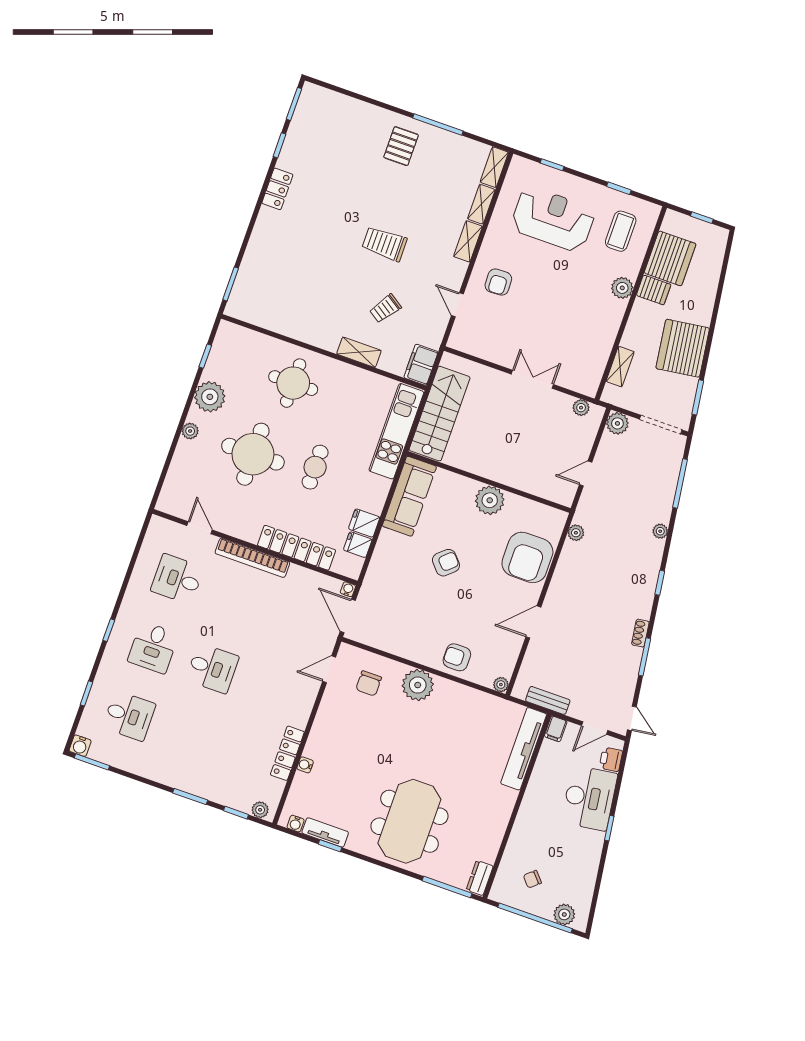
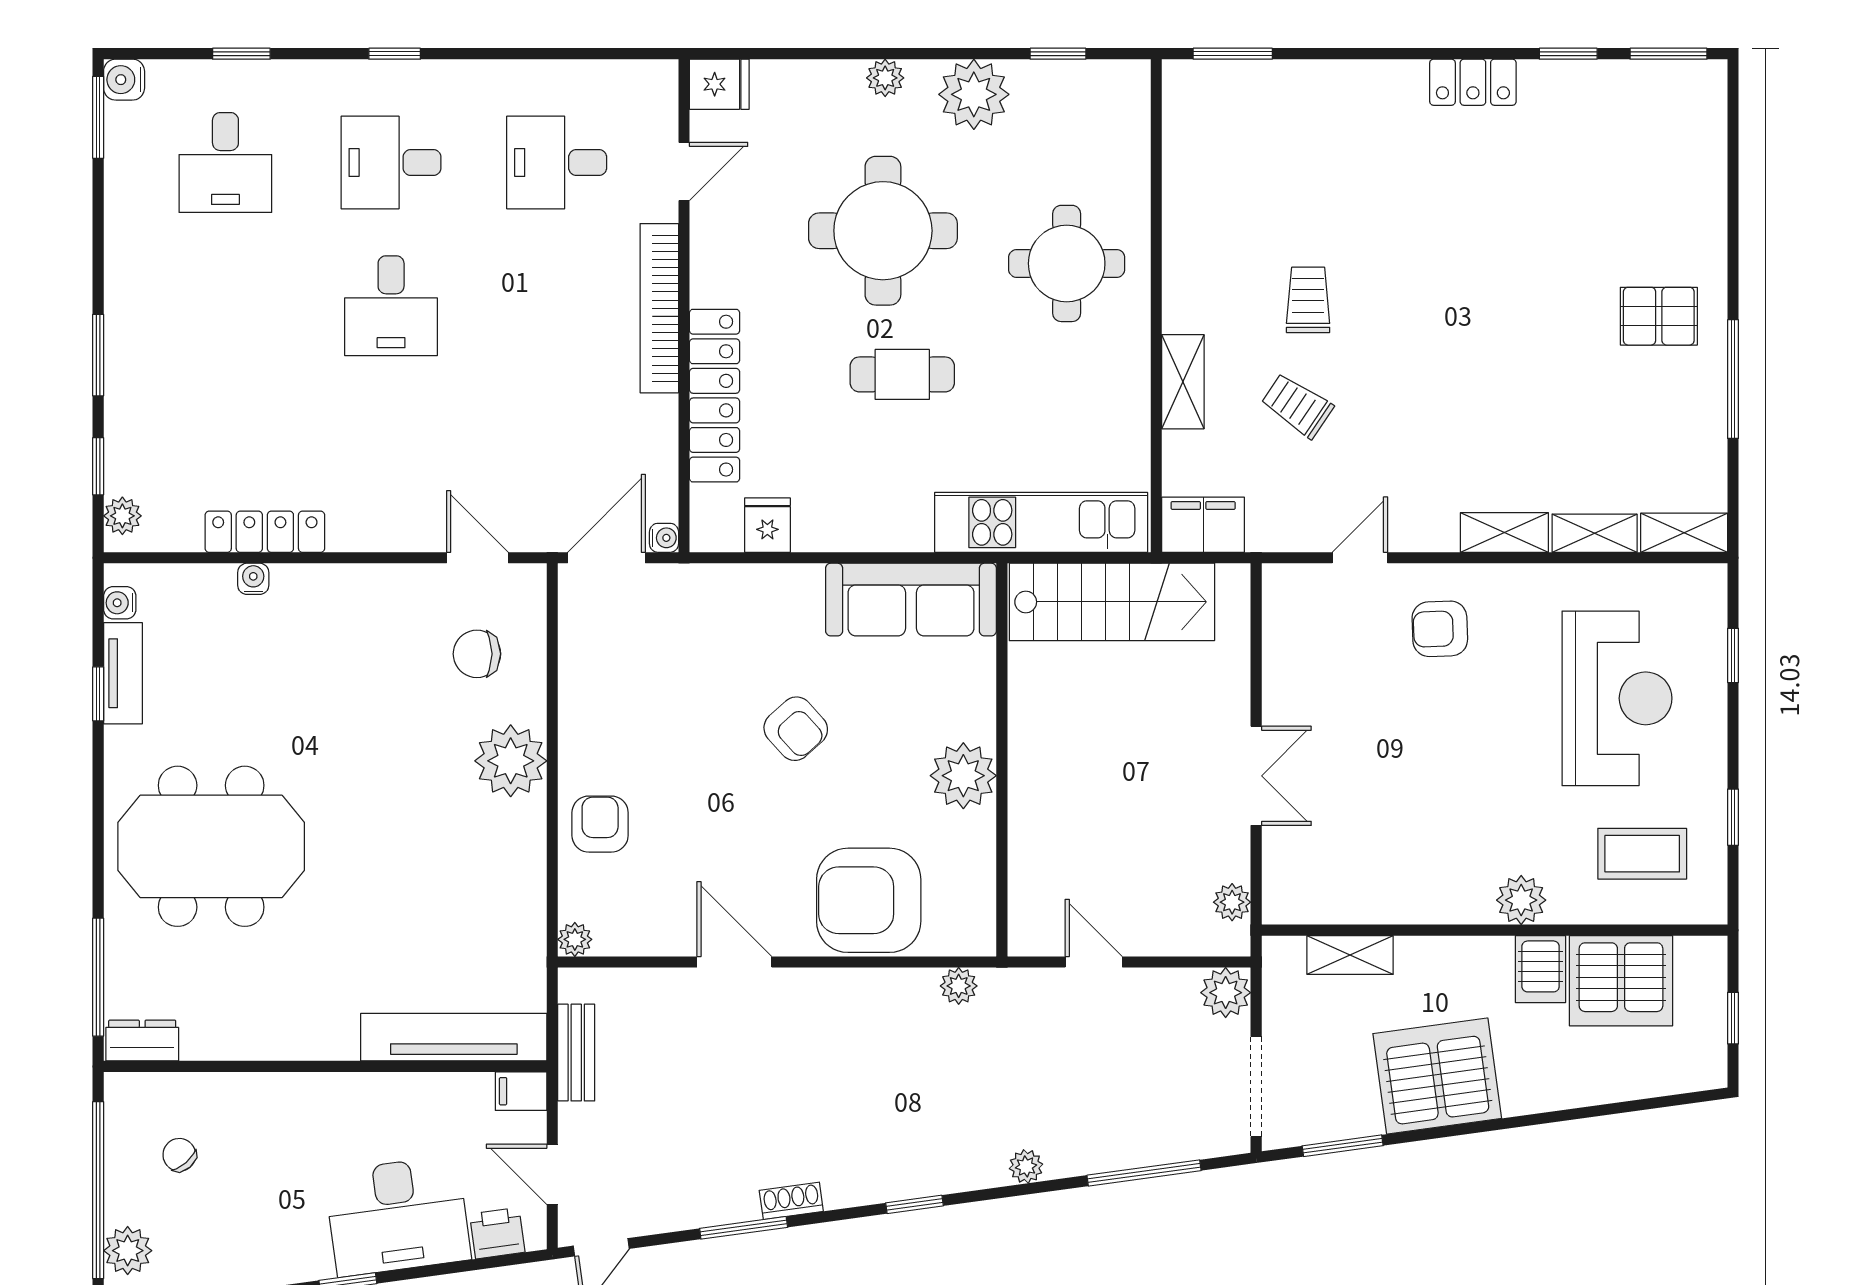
trolley: (384, 244) -> (1308, 300), moved, width x0.73, depth x0.72
fridge: (364, 523) -> (719, 84), moved, turned 90
desk: (177, 579) -> (557, 163), turned -90

